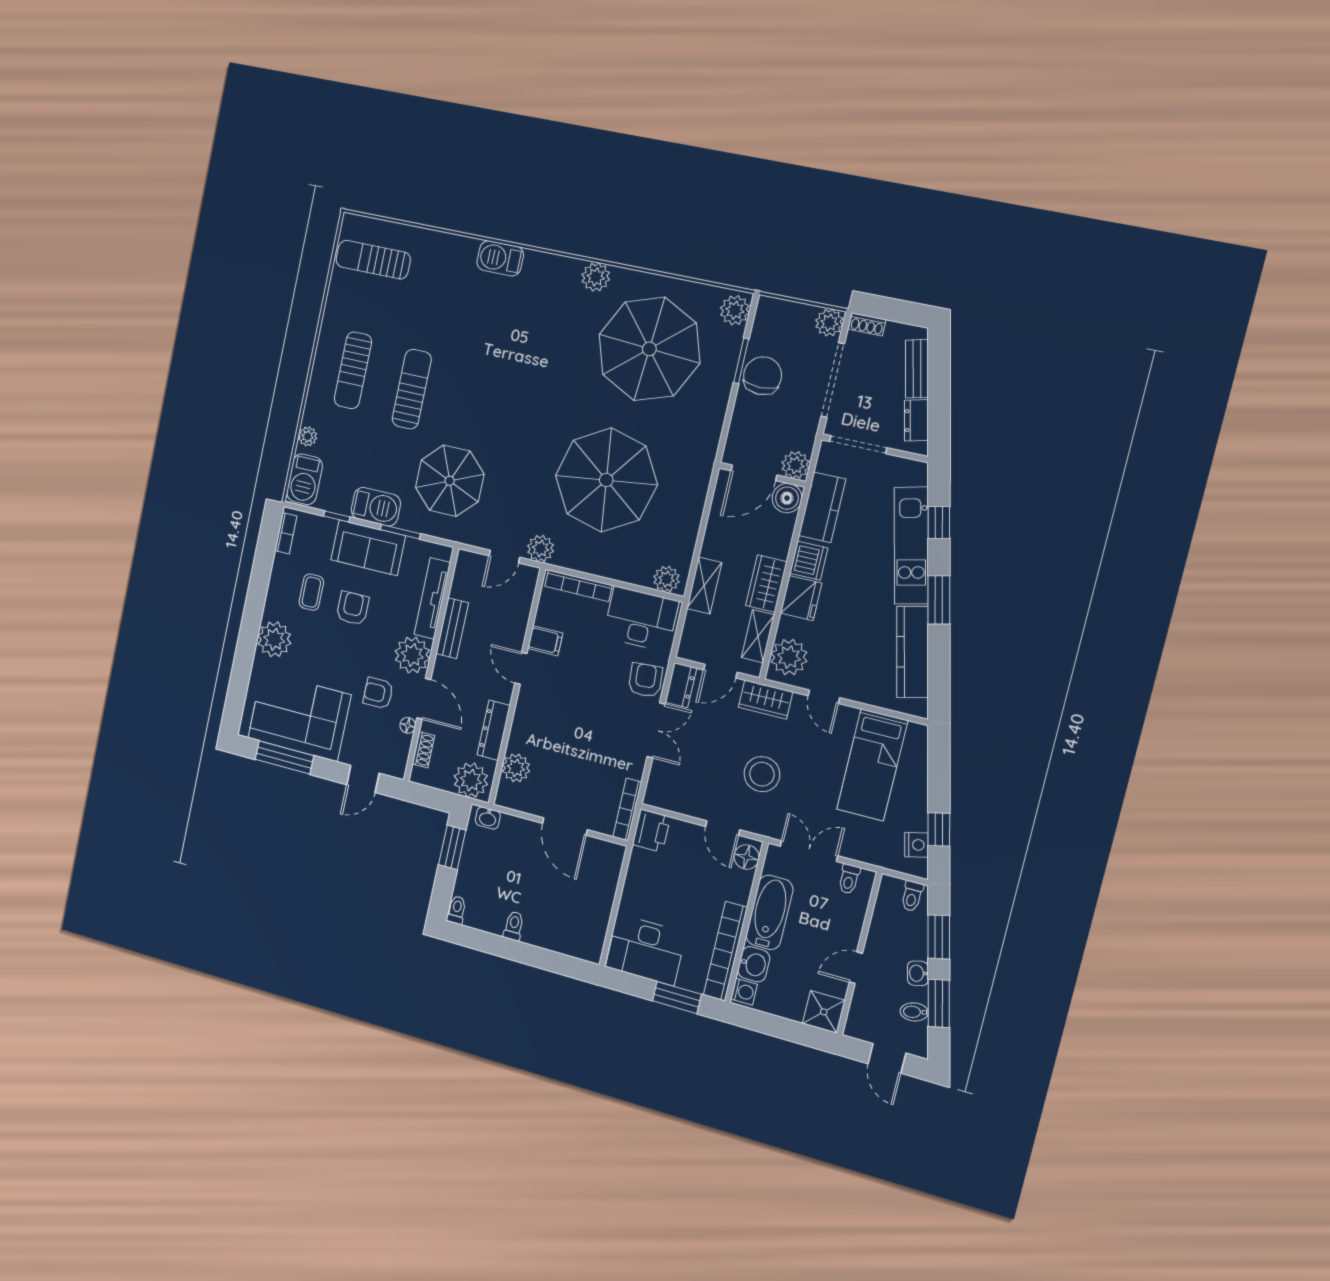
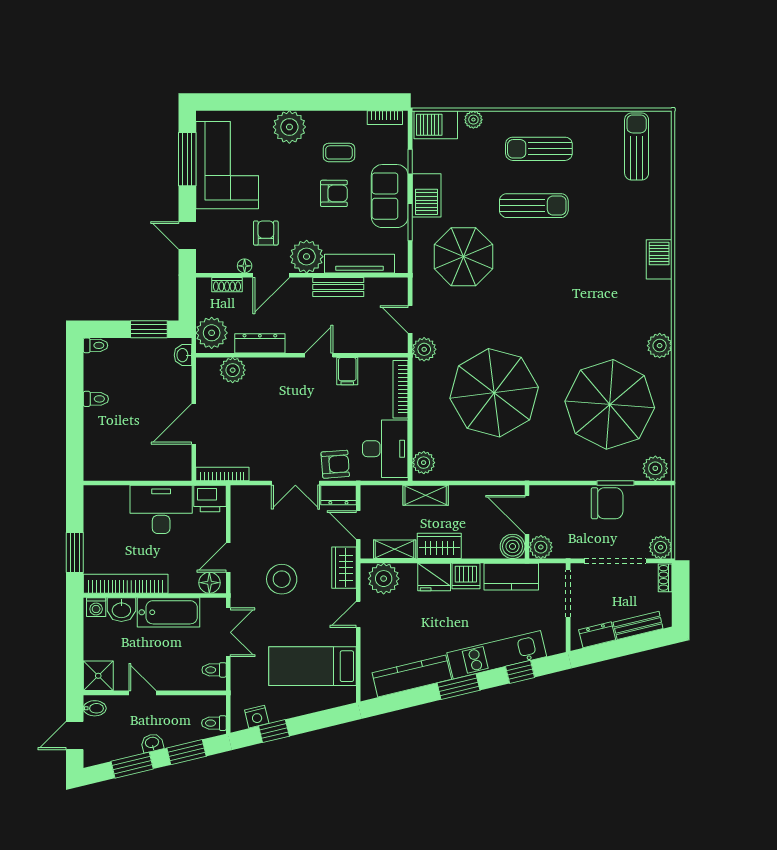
desk: (646, 950) -> (161, 509), moved, turned 90
bidet: (914, 1012) -> (95, 708), moved, turned 104

